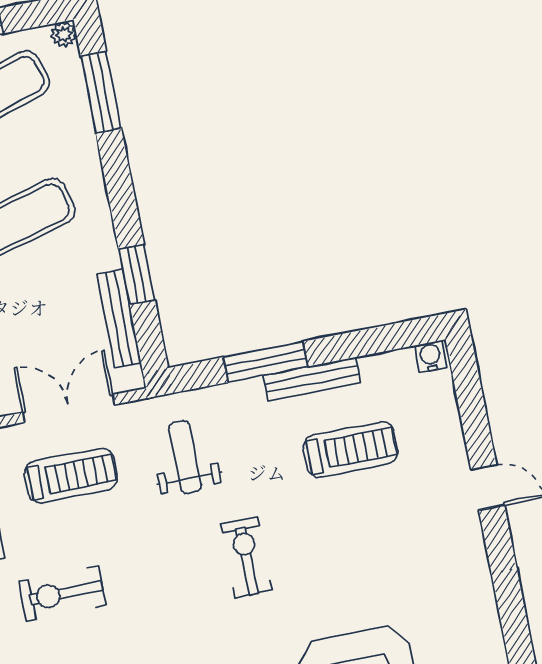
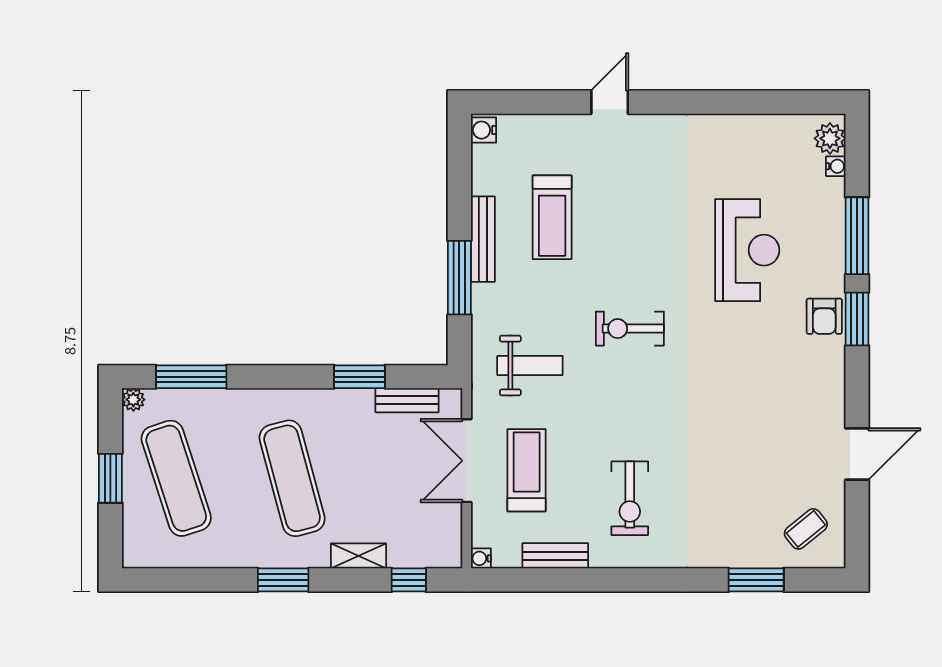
bench: (119, 319) -> (407, 400), width x0.73
treadmill: (351, 449) -> (552, 217), turned 180
weight bench: (185, 457) -> (530, 366), turned 180

